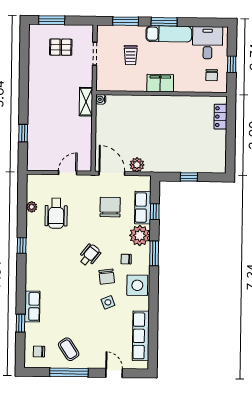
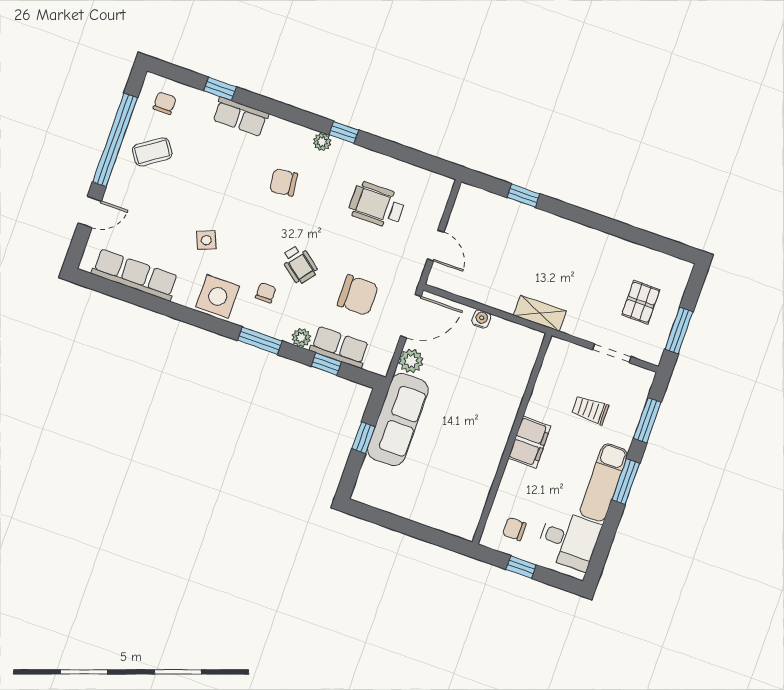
window: (52, 20) -> (679, 330), moved
water cooler: (101, 99) -> (481, 319), moved
locker: (220, 117) -> (443, 521), removed
sofa: (172, 161) -> (398, 420), added
plant: (32, 207) -> (322, 142), moved
plant: (140, 236) -> (301, 338), width x0.53, depth x0.53
wheelchair: (90, 255) -> (299, 264), moved
chair: (107, 277) -> (284, 182), moved
window: (69, 372) -> (115, 140), width x1.46

